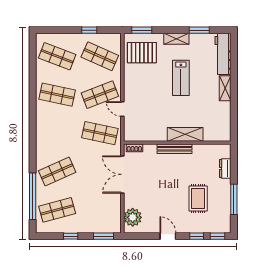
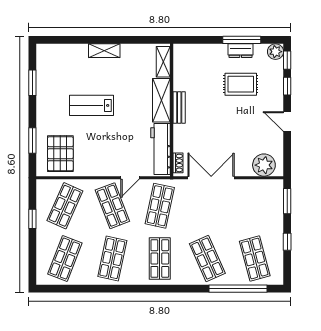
window: (142, 30) -> (32, 140), moved
shelving: (176, 39) -> (163, 62), moved
workbench: (223, 54) -> (161, 149), moved, turned 90
lab bench: (181, 78) -> (92, 105), turned 180
shop shelf: (57, 133) -> (160, 259), added
bench: (175, 149) -> (179, 107), width x0.73
dresser: (225, 169) -> (241, 51), moved
double door: (122, 174) -> (211, 178), swing flipped
plant: (224, 227) -> (275, 52), added
door: (168, 236) -> (287, 122), hinge flipped

